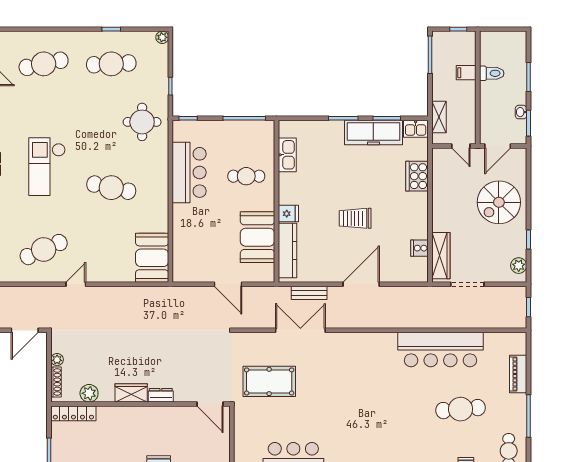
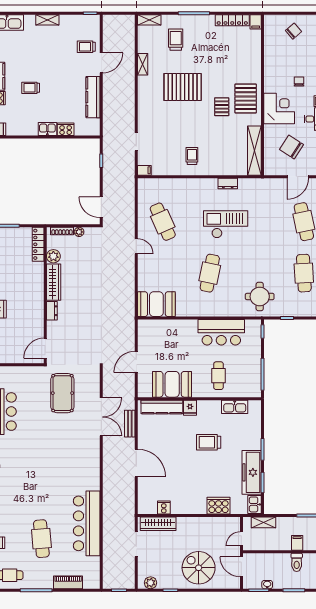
trolley: (355, 218) -> (209, 442), moved, turned -90
wardrobe: (131, 393) -> (54, 282), width x1.50

